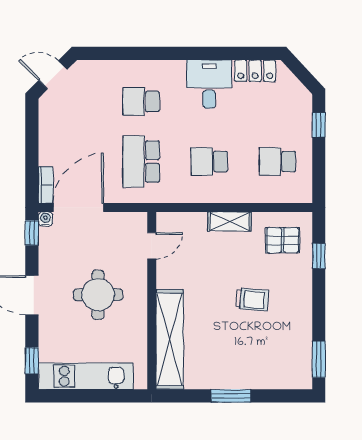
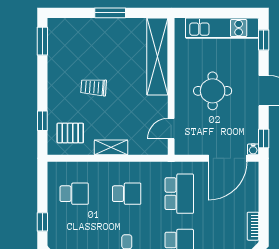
bookcase: (46, 185) -> (253, 226), moved

